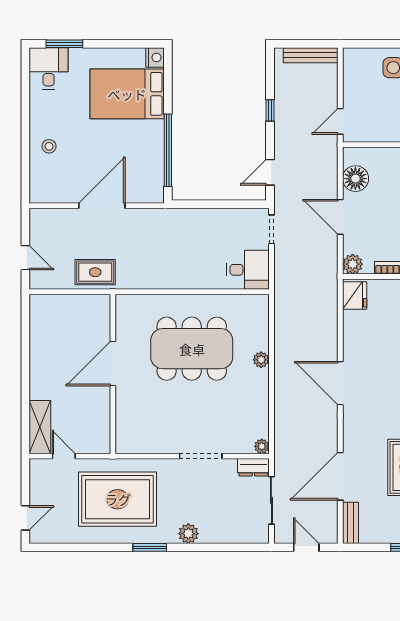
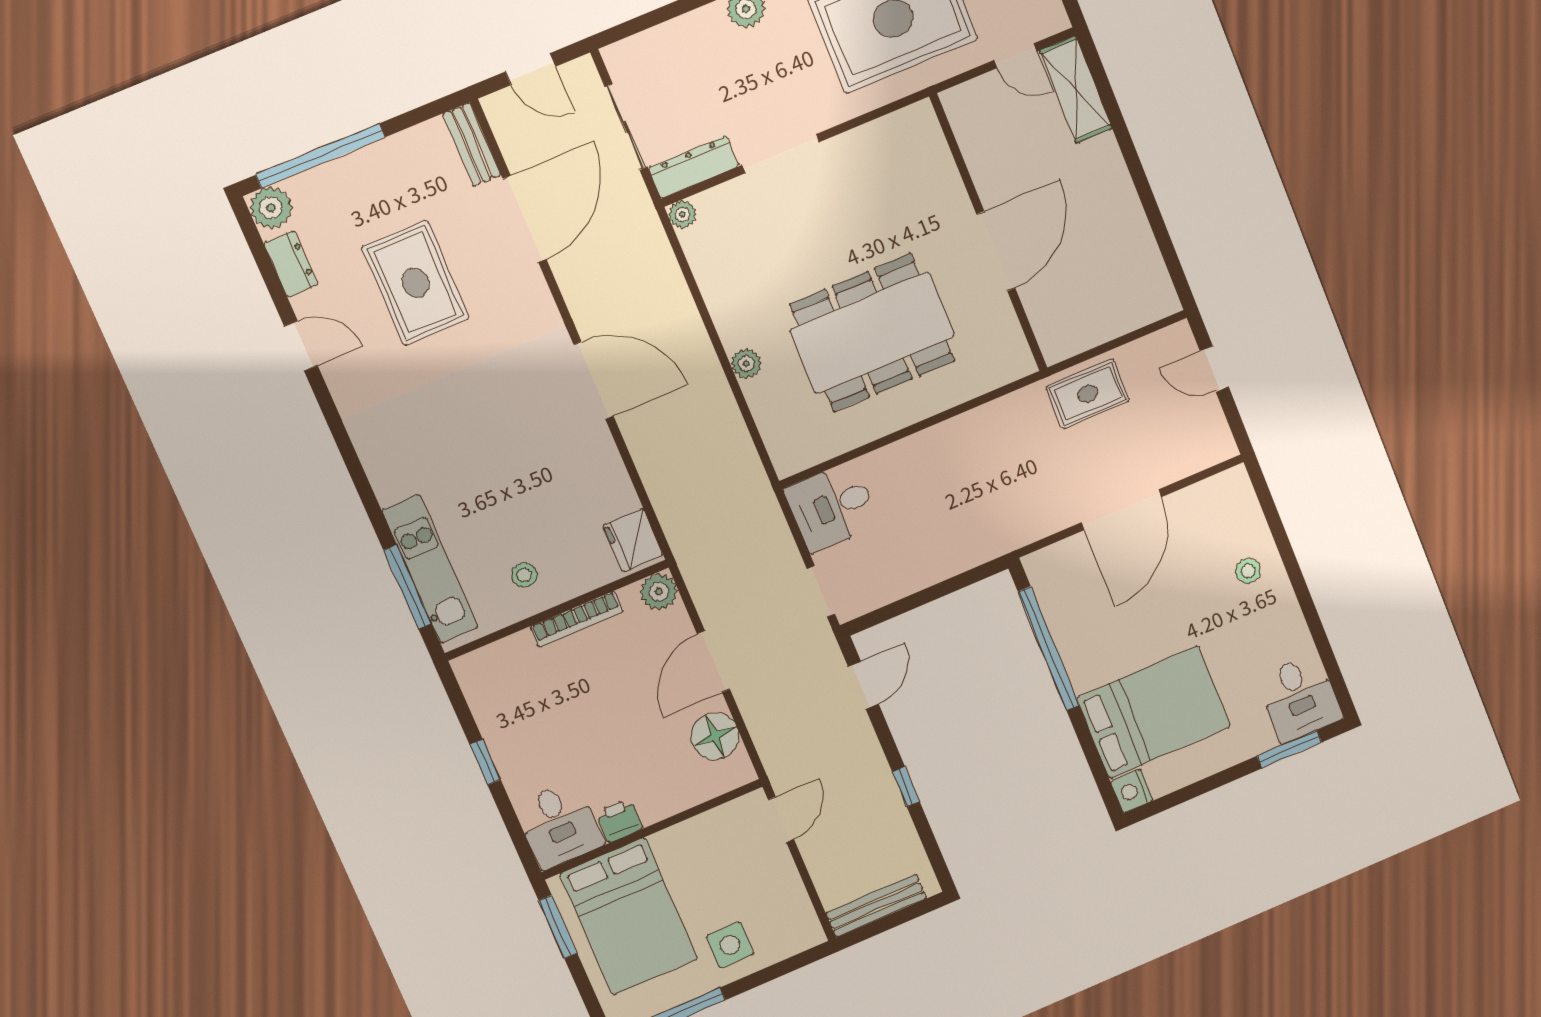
door: (340, 217) -> (714, 662), swing flipped
dresser: (253, 467) -> (694, 167), width x1.44

